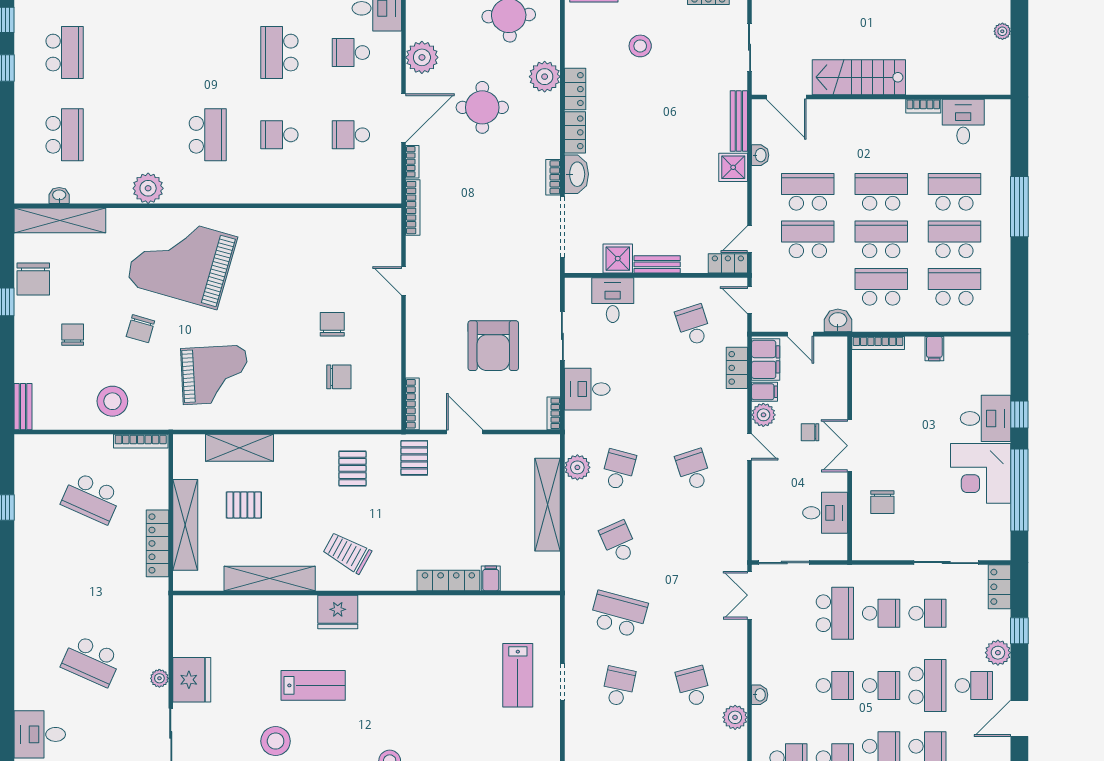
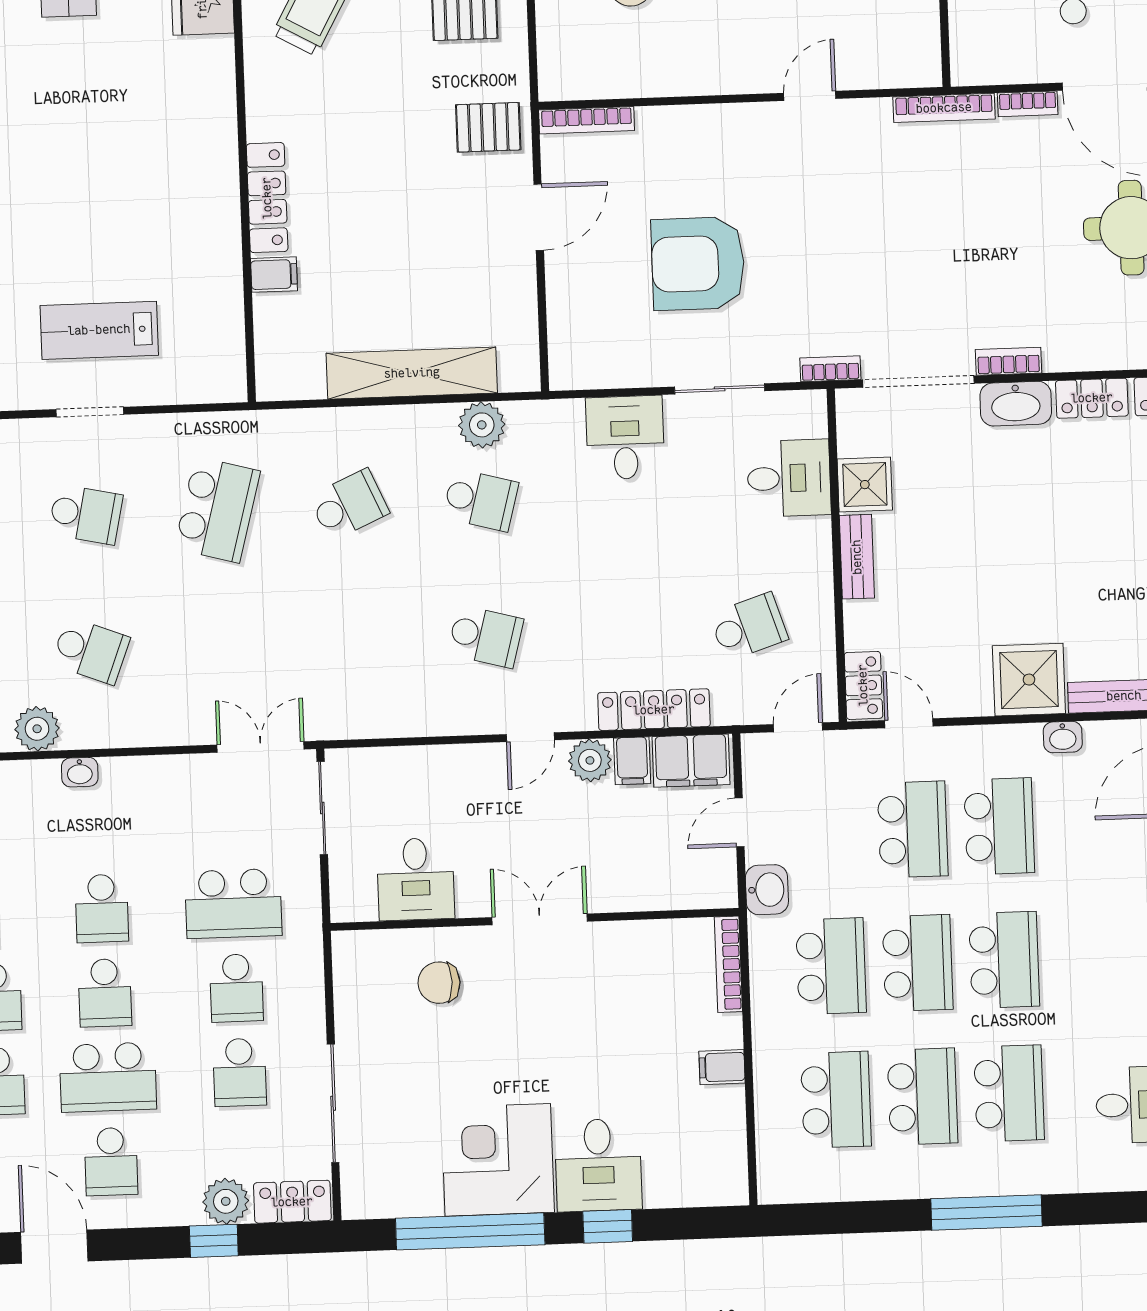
shower: (733, 167) -> (1029, 680), width x1.36, depth x1.36
locker: (737, 368) -> (654, 710), width x1.53
bookcase: (554, 413) -> (830, 369), moved
chair: (810, 432) -> (561, 846), removed
school desk: (693, 470) -> (485, 636), turned 33
plant: (998, 653) -> (226, 1201), moved
school desk: (693, 686) -> (91, 651), turned 36

